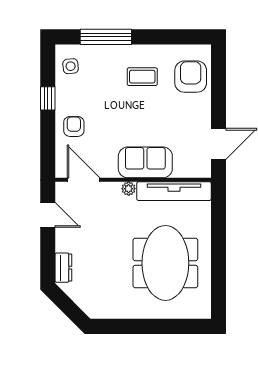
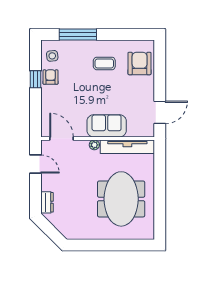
armchair: (74, 126) -> (51, 77), moved

